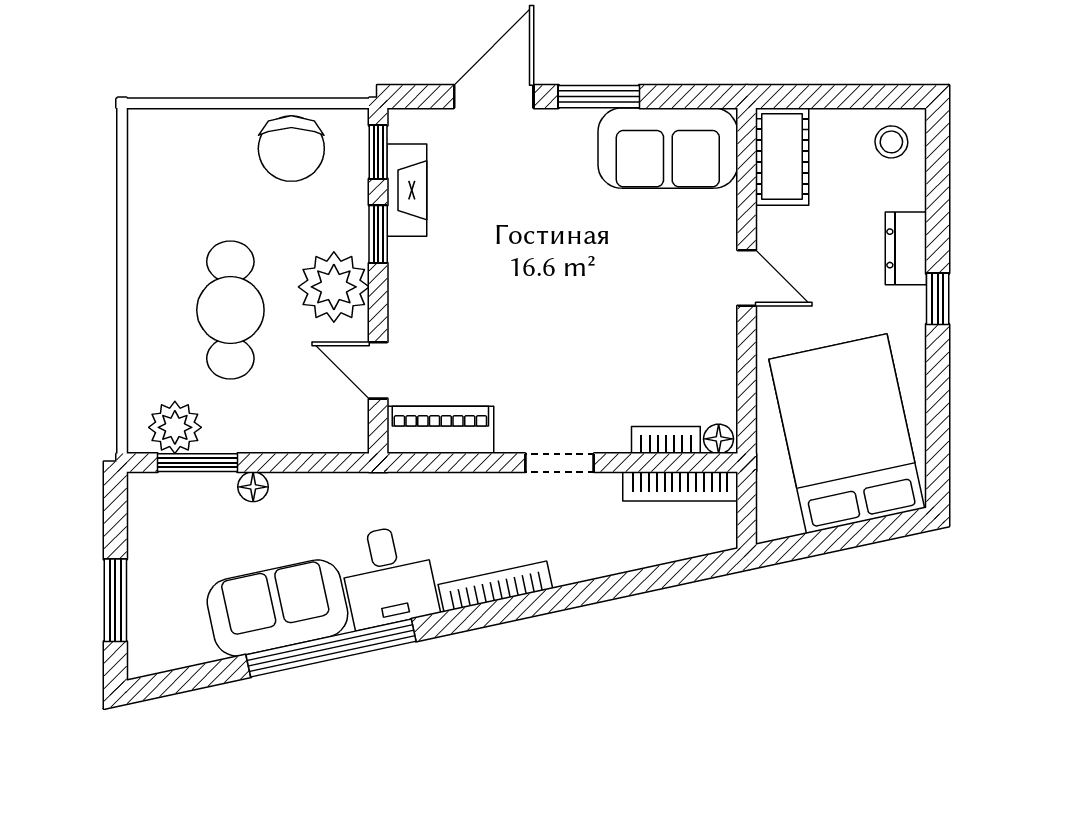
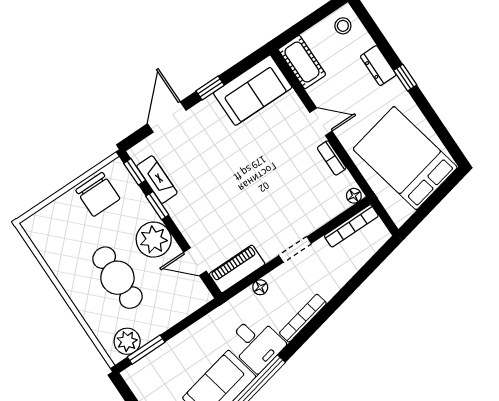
window: (599, 97) -> (210, 88), width x0.67
bookcase: (666, 440) -> (332, 158), moved, turned -90
floor lamp: (253, 487) -> (260, 287), moved

